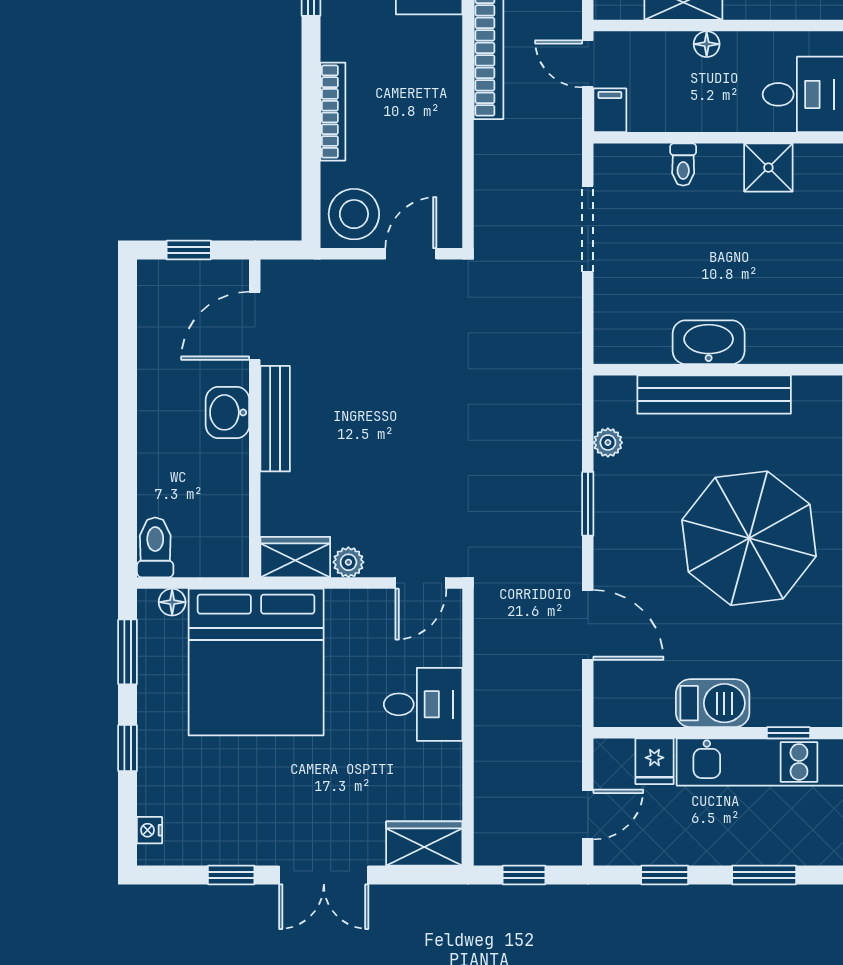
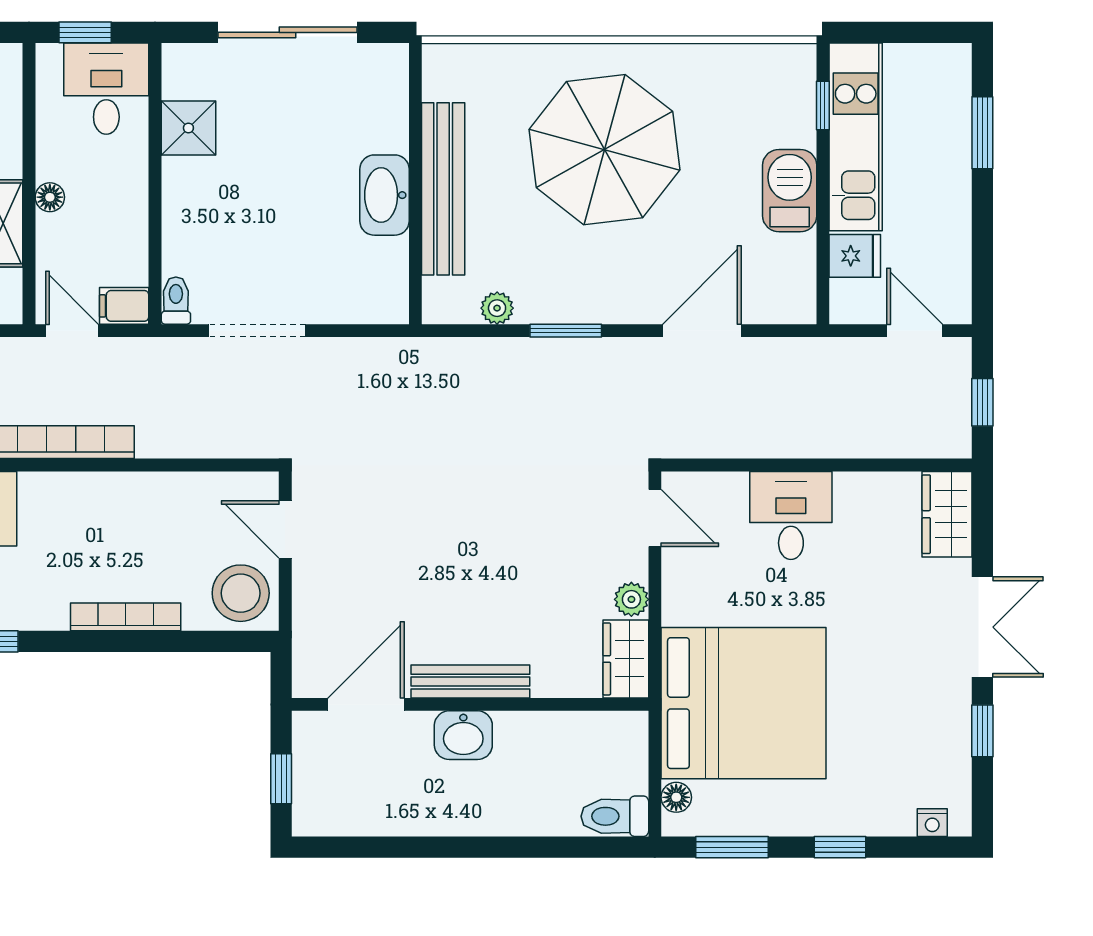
door: (588, 64) -> (72, 331), swing flipped
toilet: (683, 165) -> (176, 301), moved, turned -90
door: (255, 326) -> (366, 704), swing flipped
window: (665, 875) -> (982, 244), removed

